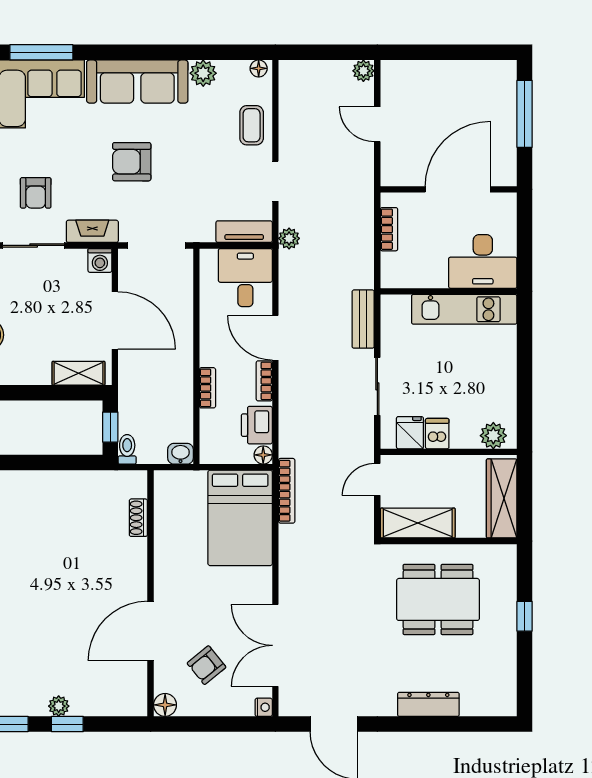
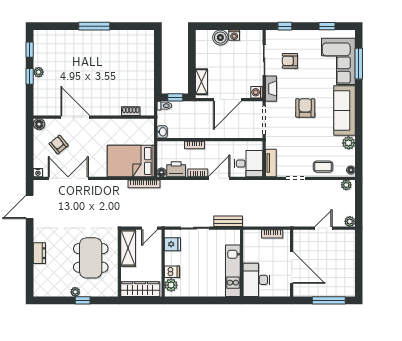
plant: (289, 238) -> (346, 185), moved
dishwasher: (437, 434) -> (172, 272), moved
door: (377, 479) -> (150, 228), swing flipped
plant: (507, 631) -> (75, 292), added
dresser: (428, 704) -> (39, 253), width x0.70

